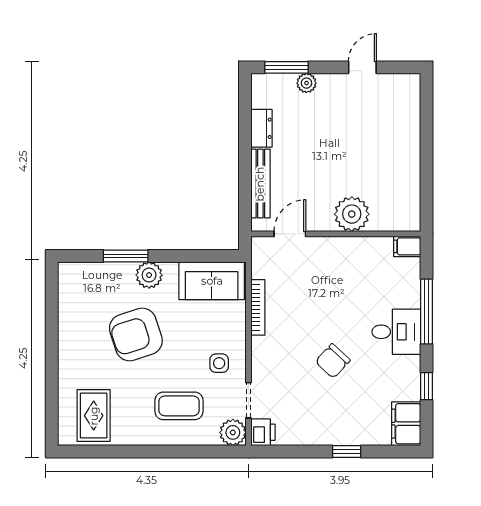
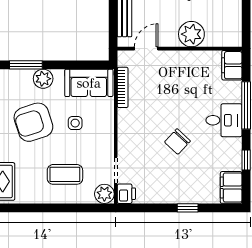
filing cabinet: (407, 246) -> (232, 65), width x2.00
bookcase: (258, 307) -> (123, 87), moved
side table: (219, 363) -> (75, 123), moved

